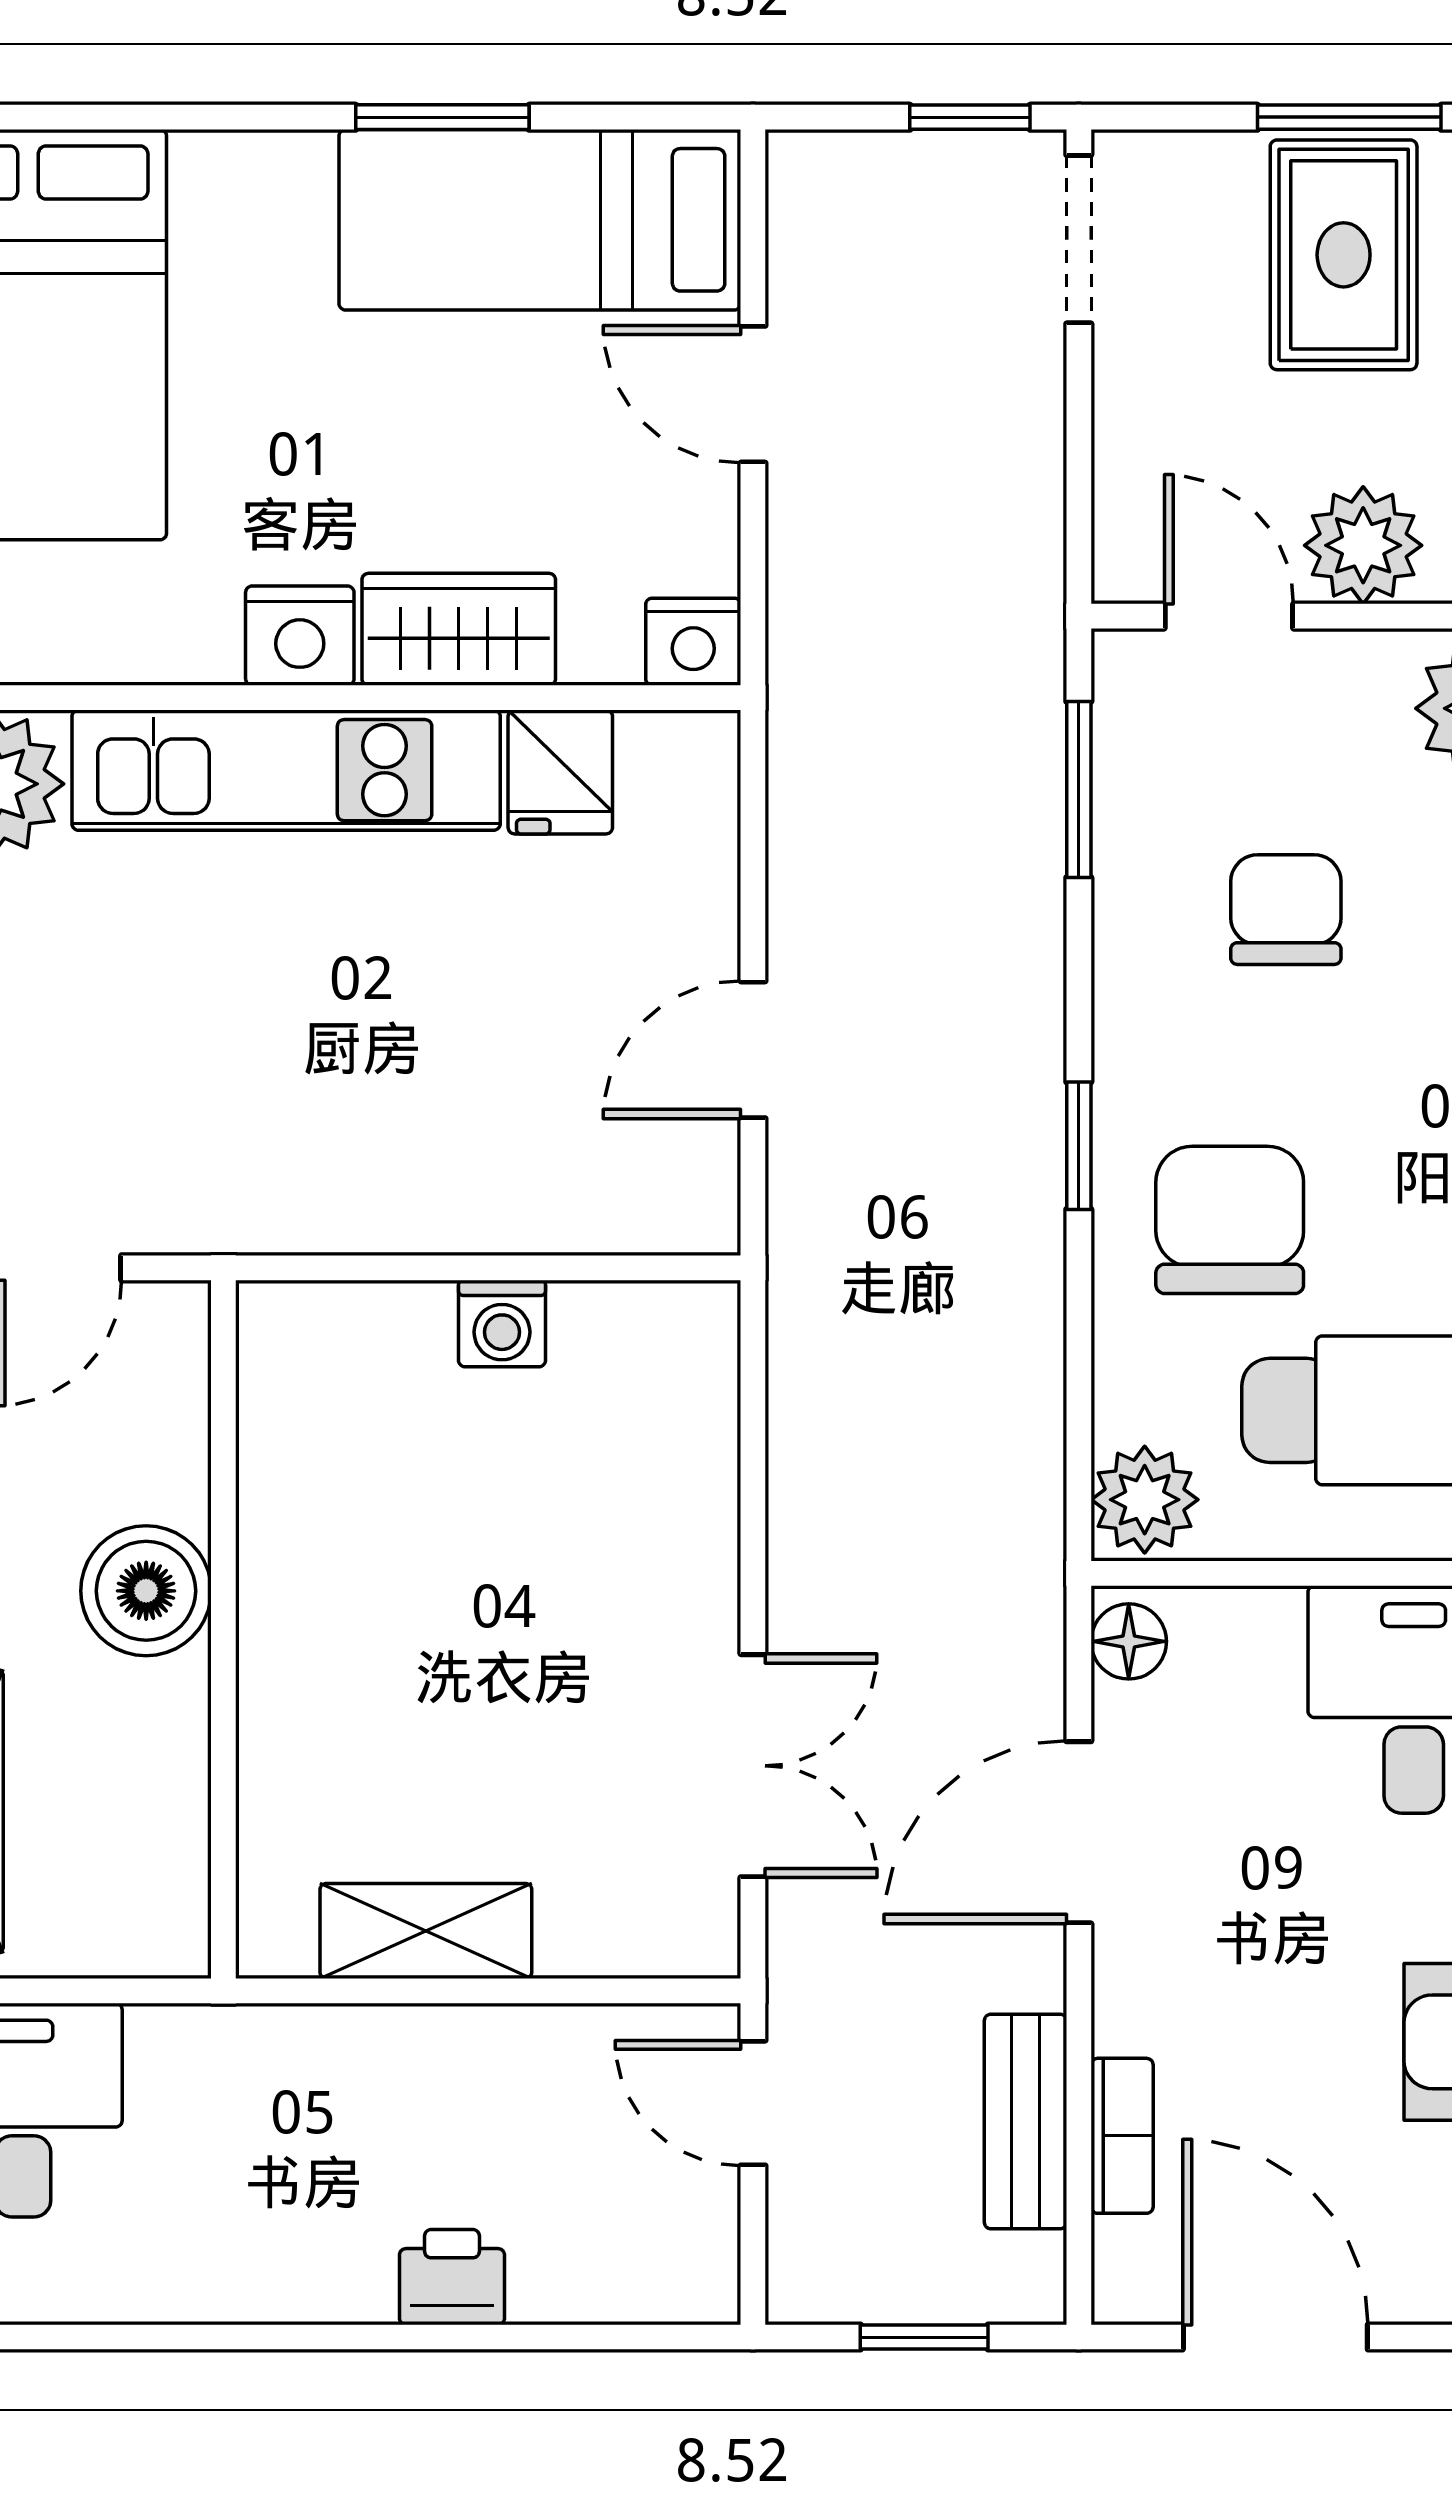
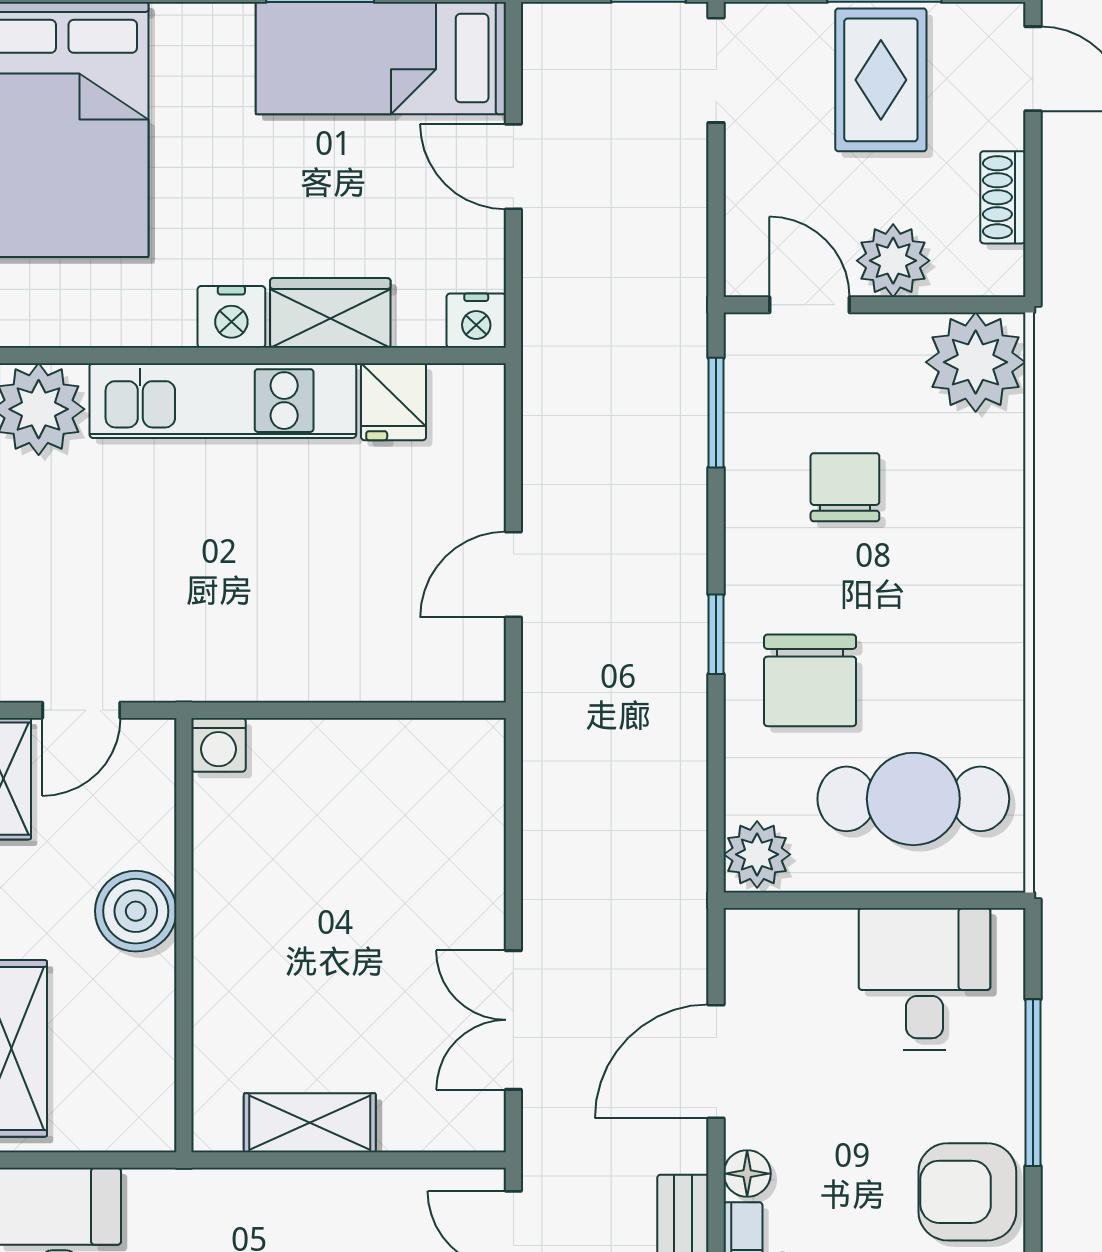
chair: (1230, 1220) -> (810, 680), turned 180
washing machine: (502, 1323) -> (219, 745), moved
floor lamp: (1129, 1641) -> (747, 1174), moved
double door: (753, 1766) -> (513, 1020), swing flipped

